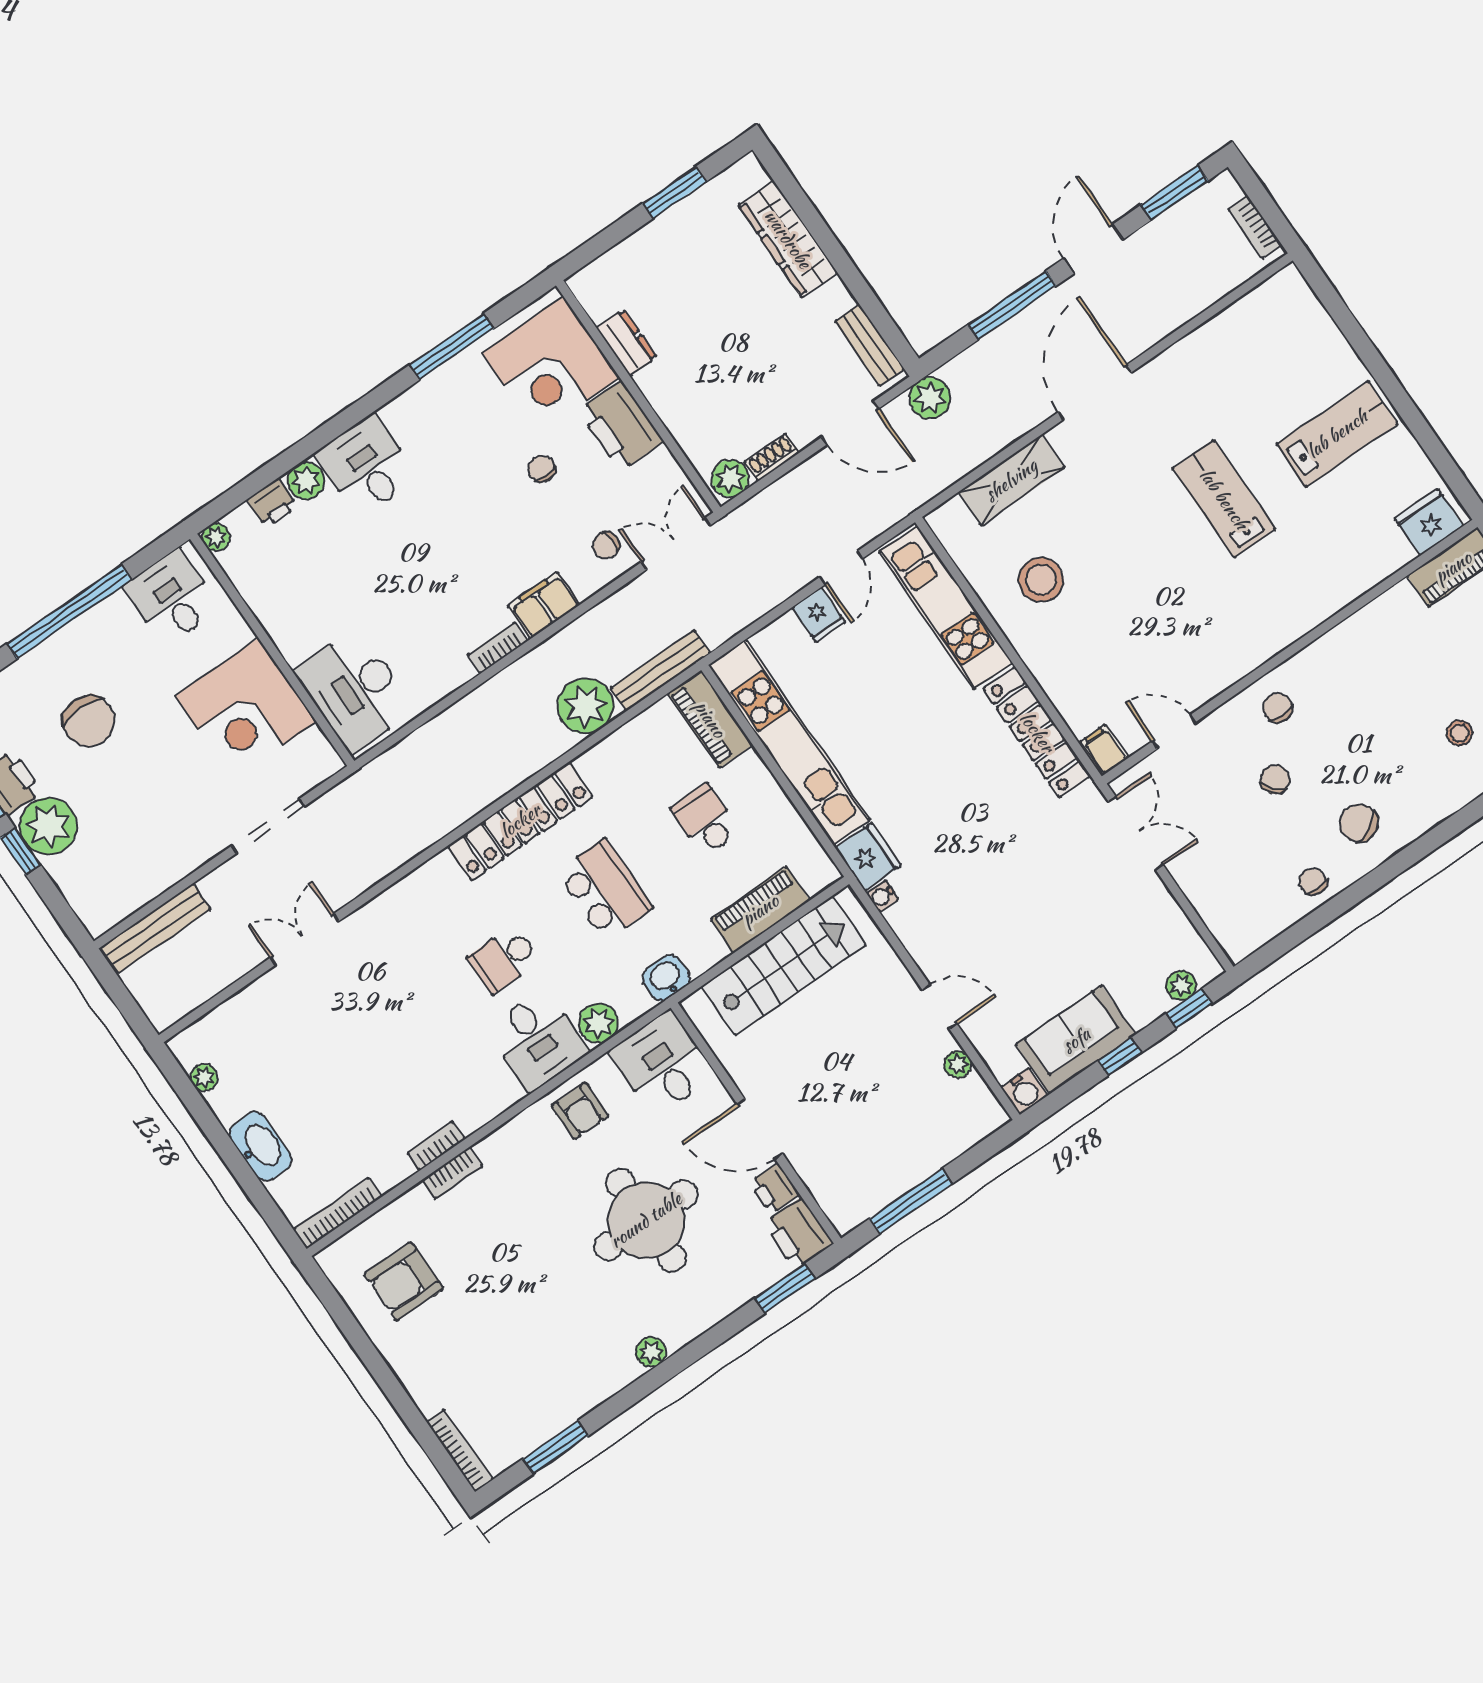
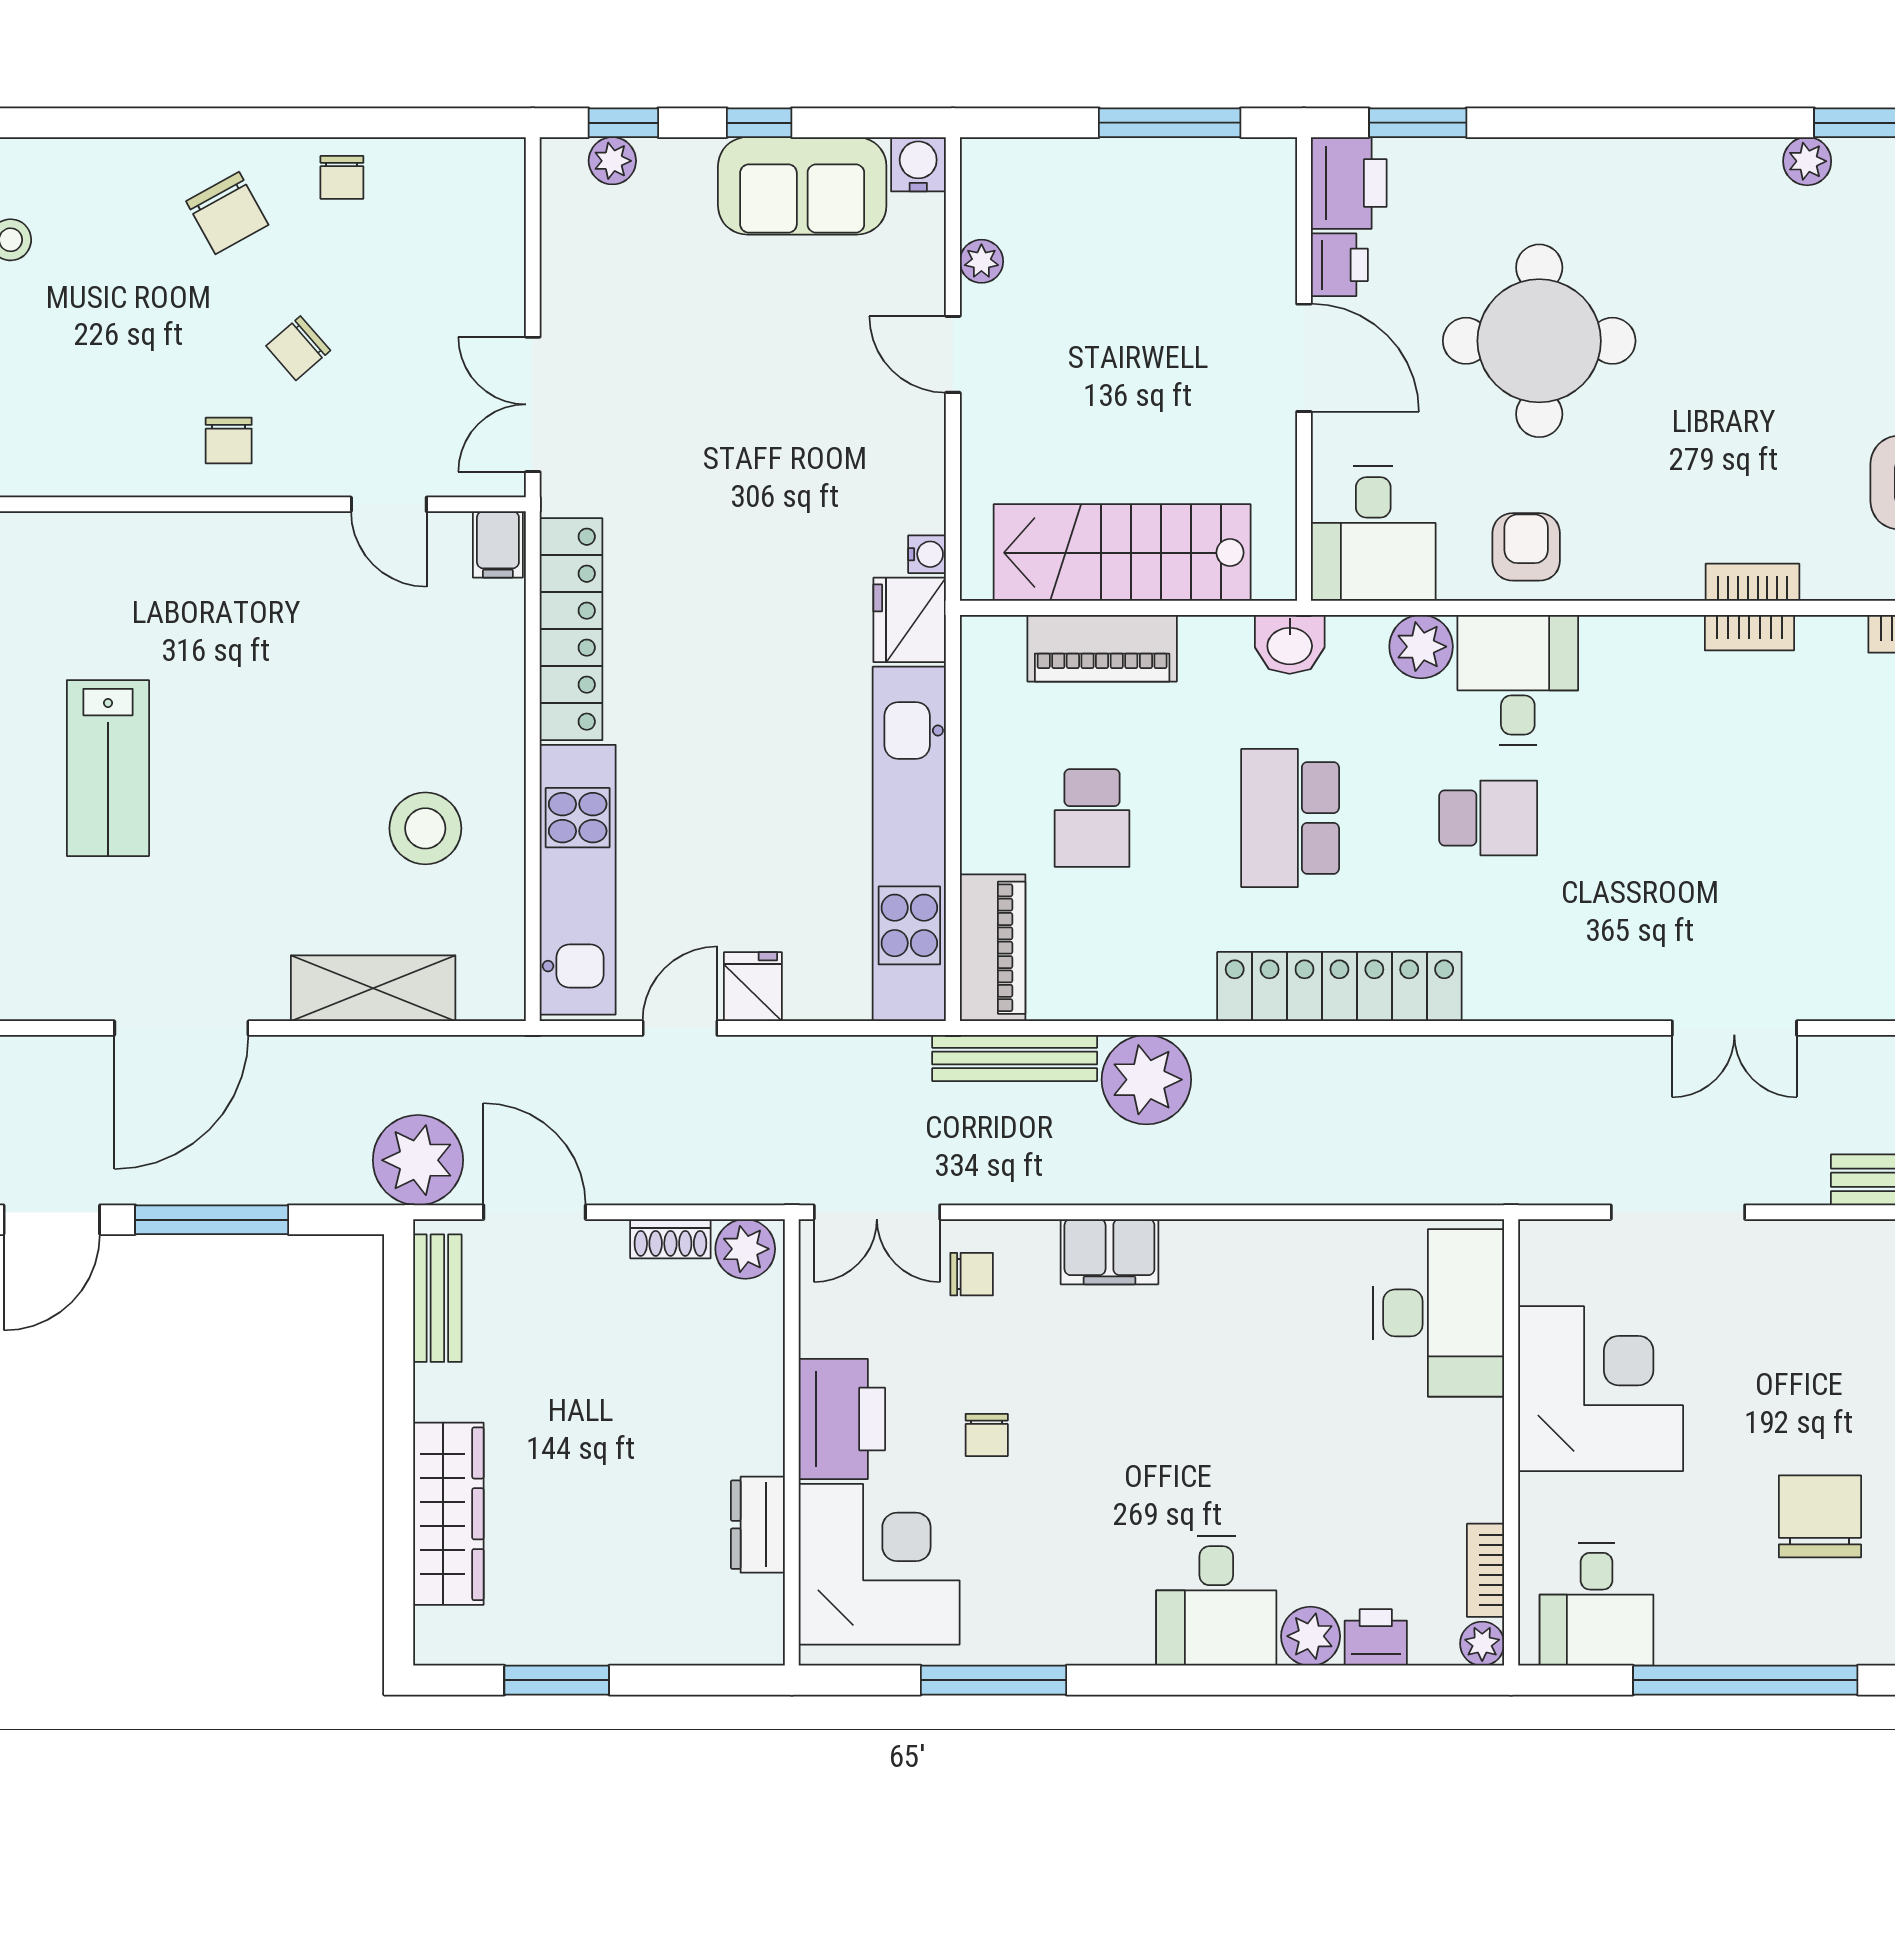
plant: (930, 398) -> (418, 1160), width x1.36, depth x1.36
bookcase: (498, 648) -> (1486, 1570), moved, turned 90
plant: (651, 1352) -> (1807, 161), moved

